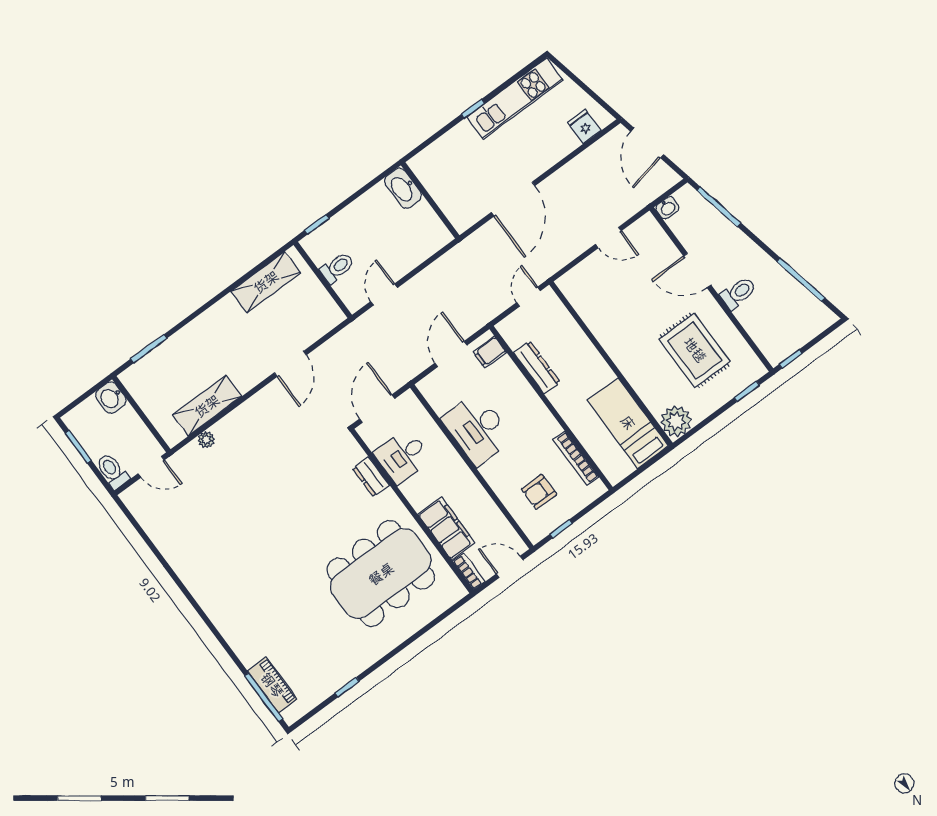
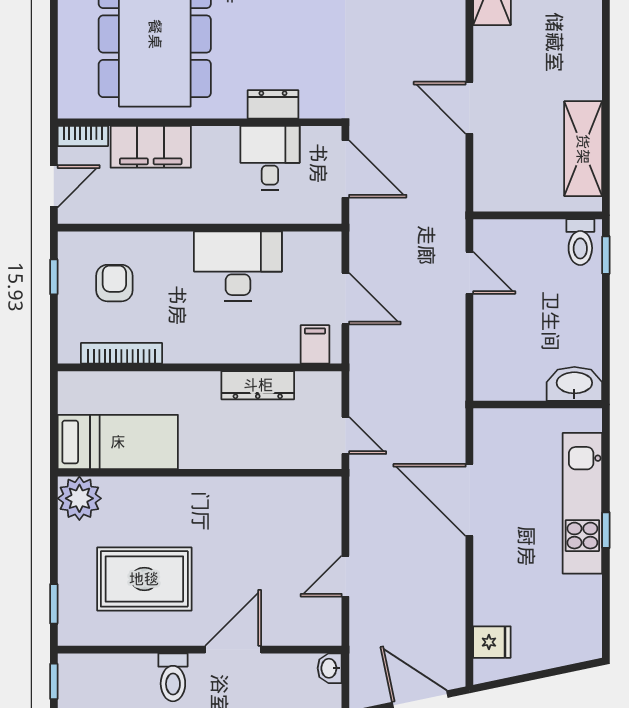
kitchen unit: (515, 98) -> (582, 503), moved
toilet: (337, 268) -> (580, 242), moved

